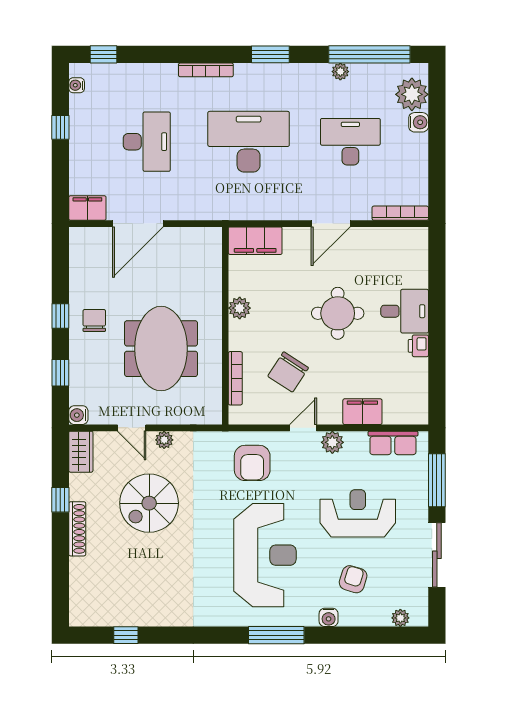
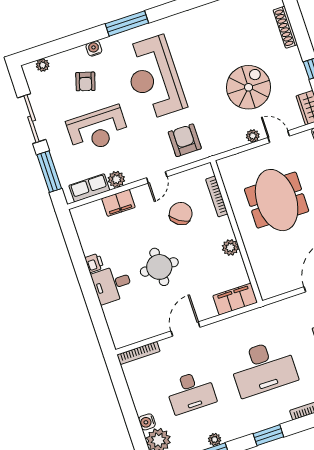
plant: (332, 442) -> (116, 179), moved
shoe rack: (77, 529) -> (285, 27), moved

